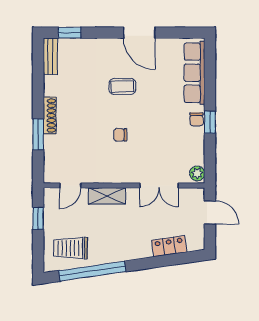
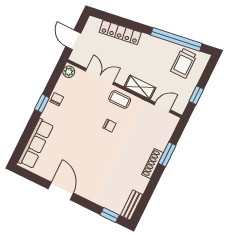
coffee table: (122, 86) -> (120, 99), moved
chair: (197, 119) -> (57, 99), moved
locker: (169, 246) -> (120, 32), width x1.53
trolley: (71, 248) -> (184, 63), turned 90

